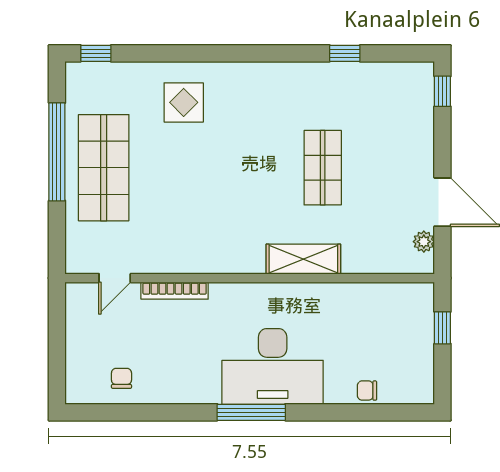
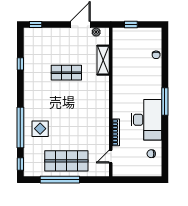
window: (186, 53) -> (20, 128), added
shelving: (303, 259) -> (103, 60), moved
door: (115, 278) -> (111, 156), swing flipped
desk: (273, 366) -> (146, 120), moved

